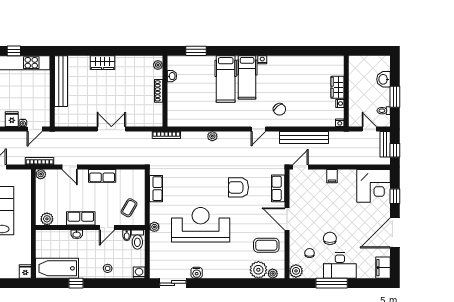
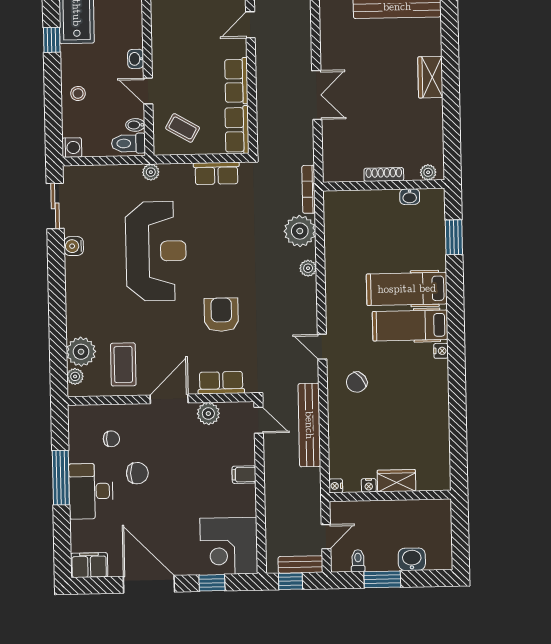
plant: (191, 141) -> (300, 231), added
row of seats: (81, 218) -> (237, 130), moved, turned 180
washbasin: (77, 234) -> (136, 59), moved
plant: (296, 271) -> (208, 414), moved

